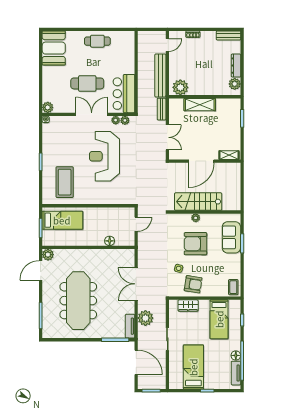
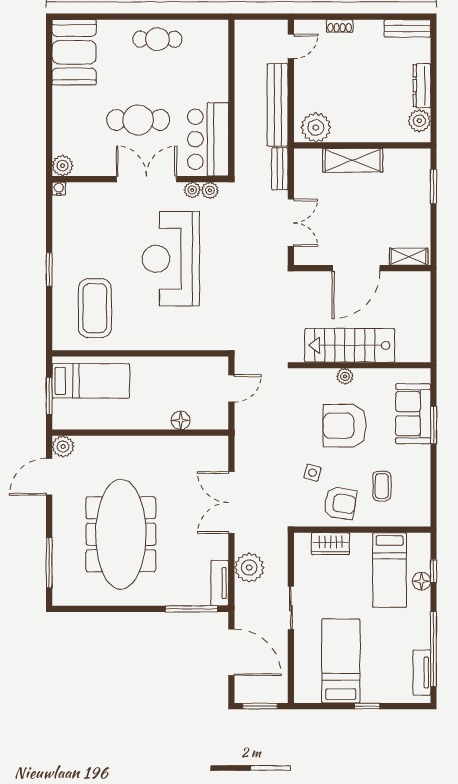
coffee table: (233, 287) -> (382, 486), moved
floor lamp: (236, 355) -> (422, 581), moved

